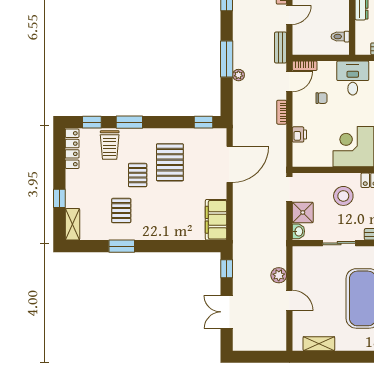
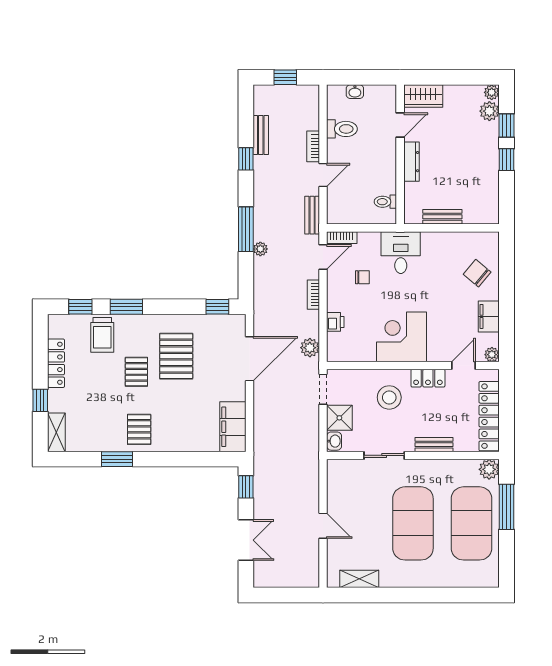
locker: (72, 149) -> (56, 363), moved
pallet: (121, 211) -> (139, 429), moved
plant: (279, 275) -> (310, 348), moved
double door: (227, 312) -> (246, 540), swing flipped

